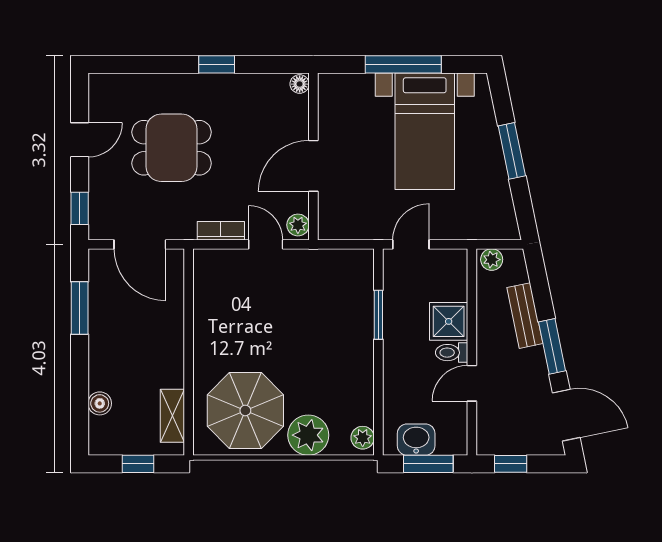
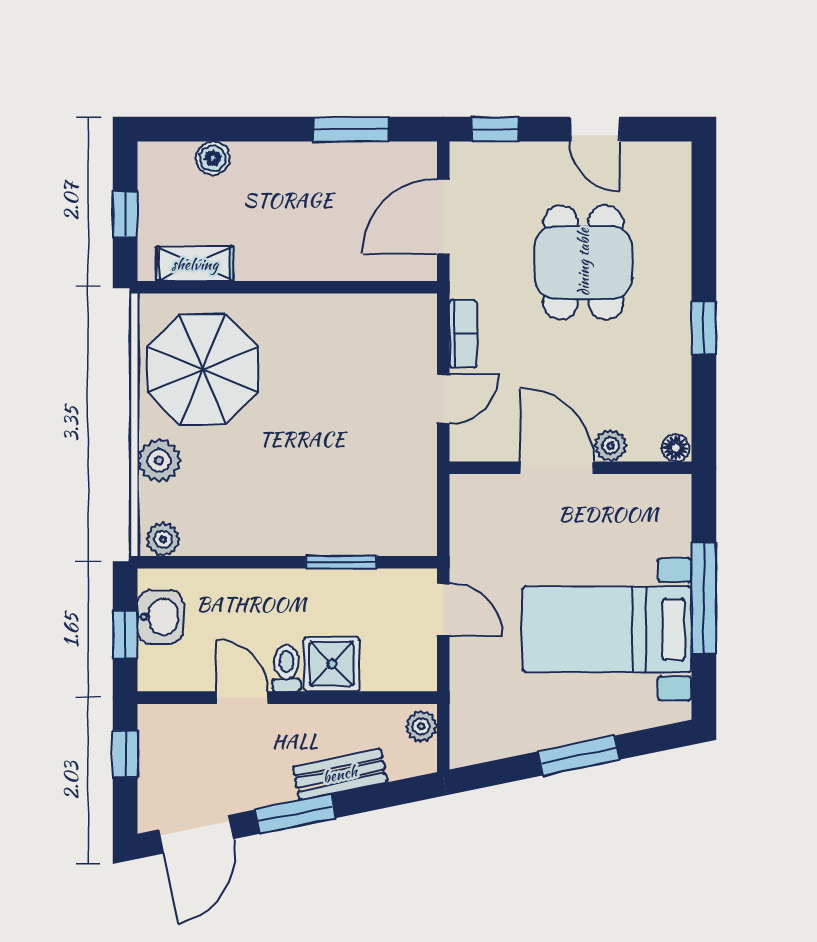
plant: (298, 225) -> (611, 446), moved
plant: (308, 435) -> (159, 461), width x0.73, depth x0.73
window: (428, 464) -> (125, 634), width x0.67

